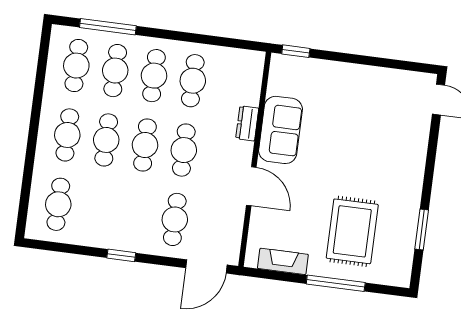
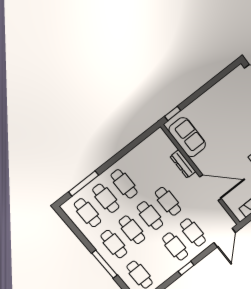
cafe table: (193, 81) -> (175, 247), moved
dresser: (247, 123) -> (183, 164), width x1.44
sofa: (281, 130) -> (187, 137), moved
window: (31, 148) -> (105, 264), added
door: (251, 186) -> (210, 188), width x1.36

